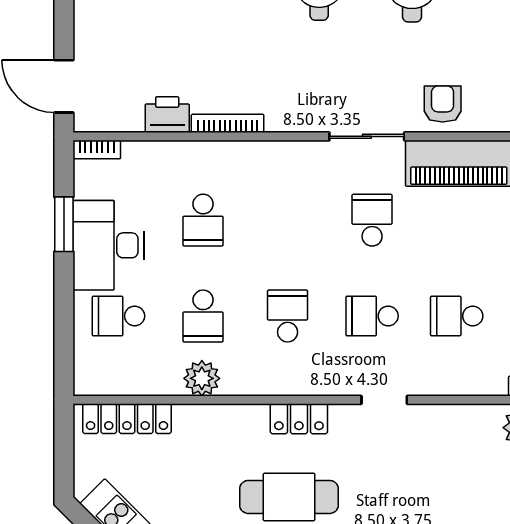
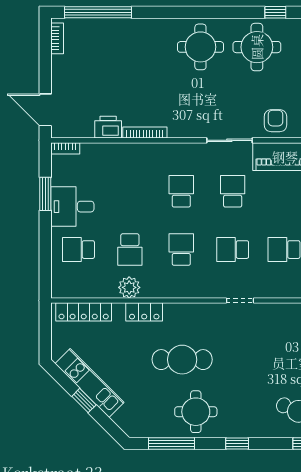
school desk: (203, 220) -> (181, 191), moved, turned 180
desk: (108, 245) -> (72, 207), width x0.73
locker: (299, 419) -> (144, 312), moved

